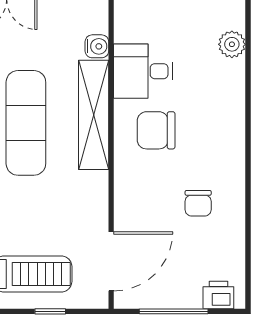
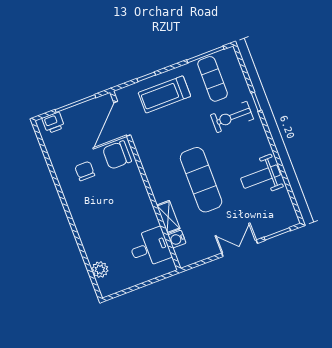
desk: (143, 71) -> (150, 248), moved
shelving: (94, 115) -> (168, 217), width x0.45, depth x0.75
chair: (156, 130) -> (117, 155), moved, turned 180

